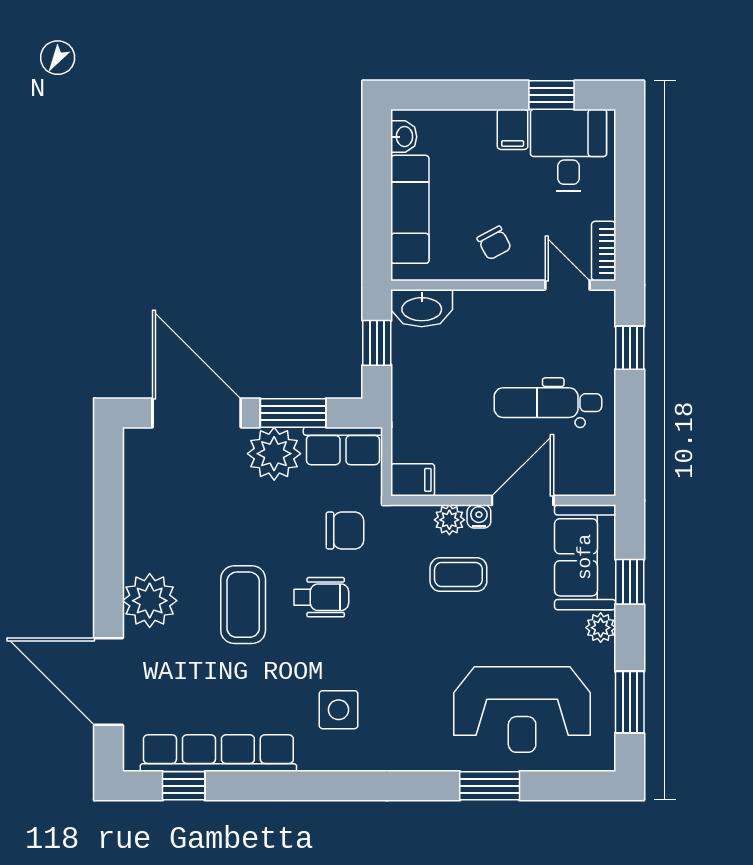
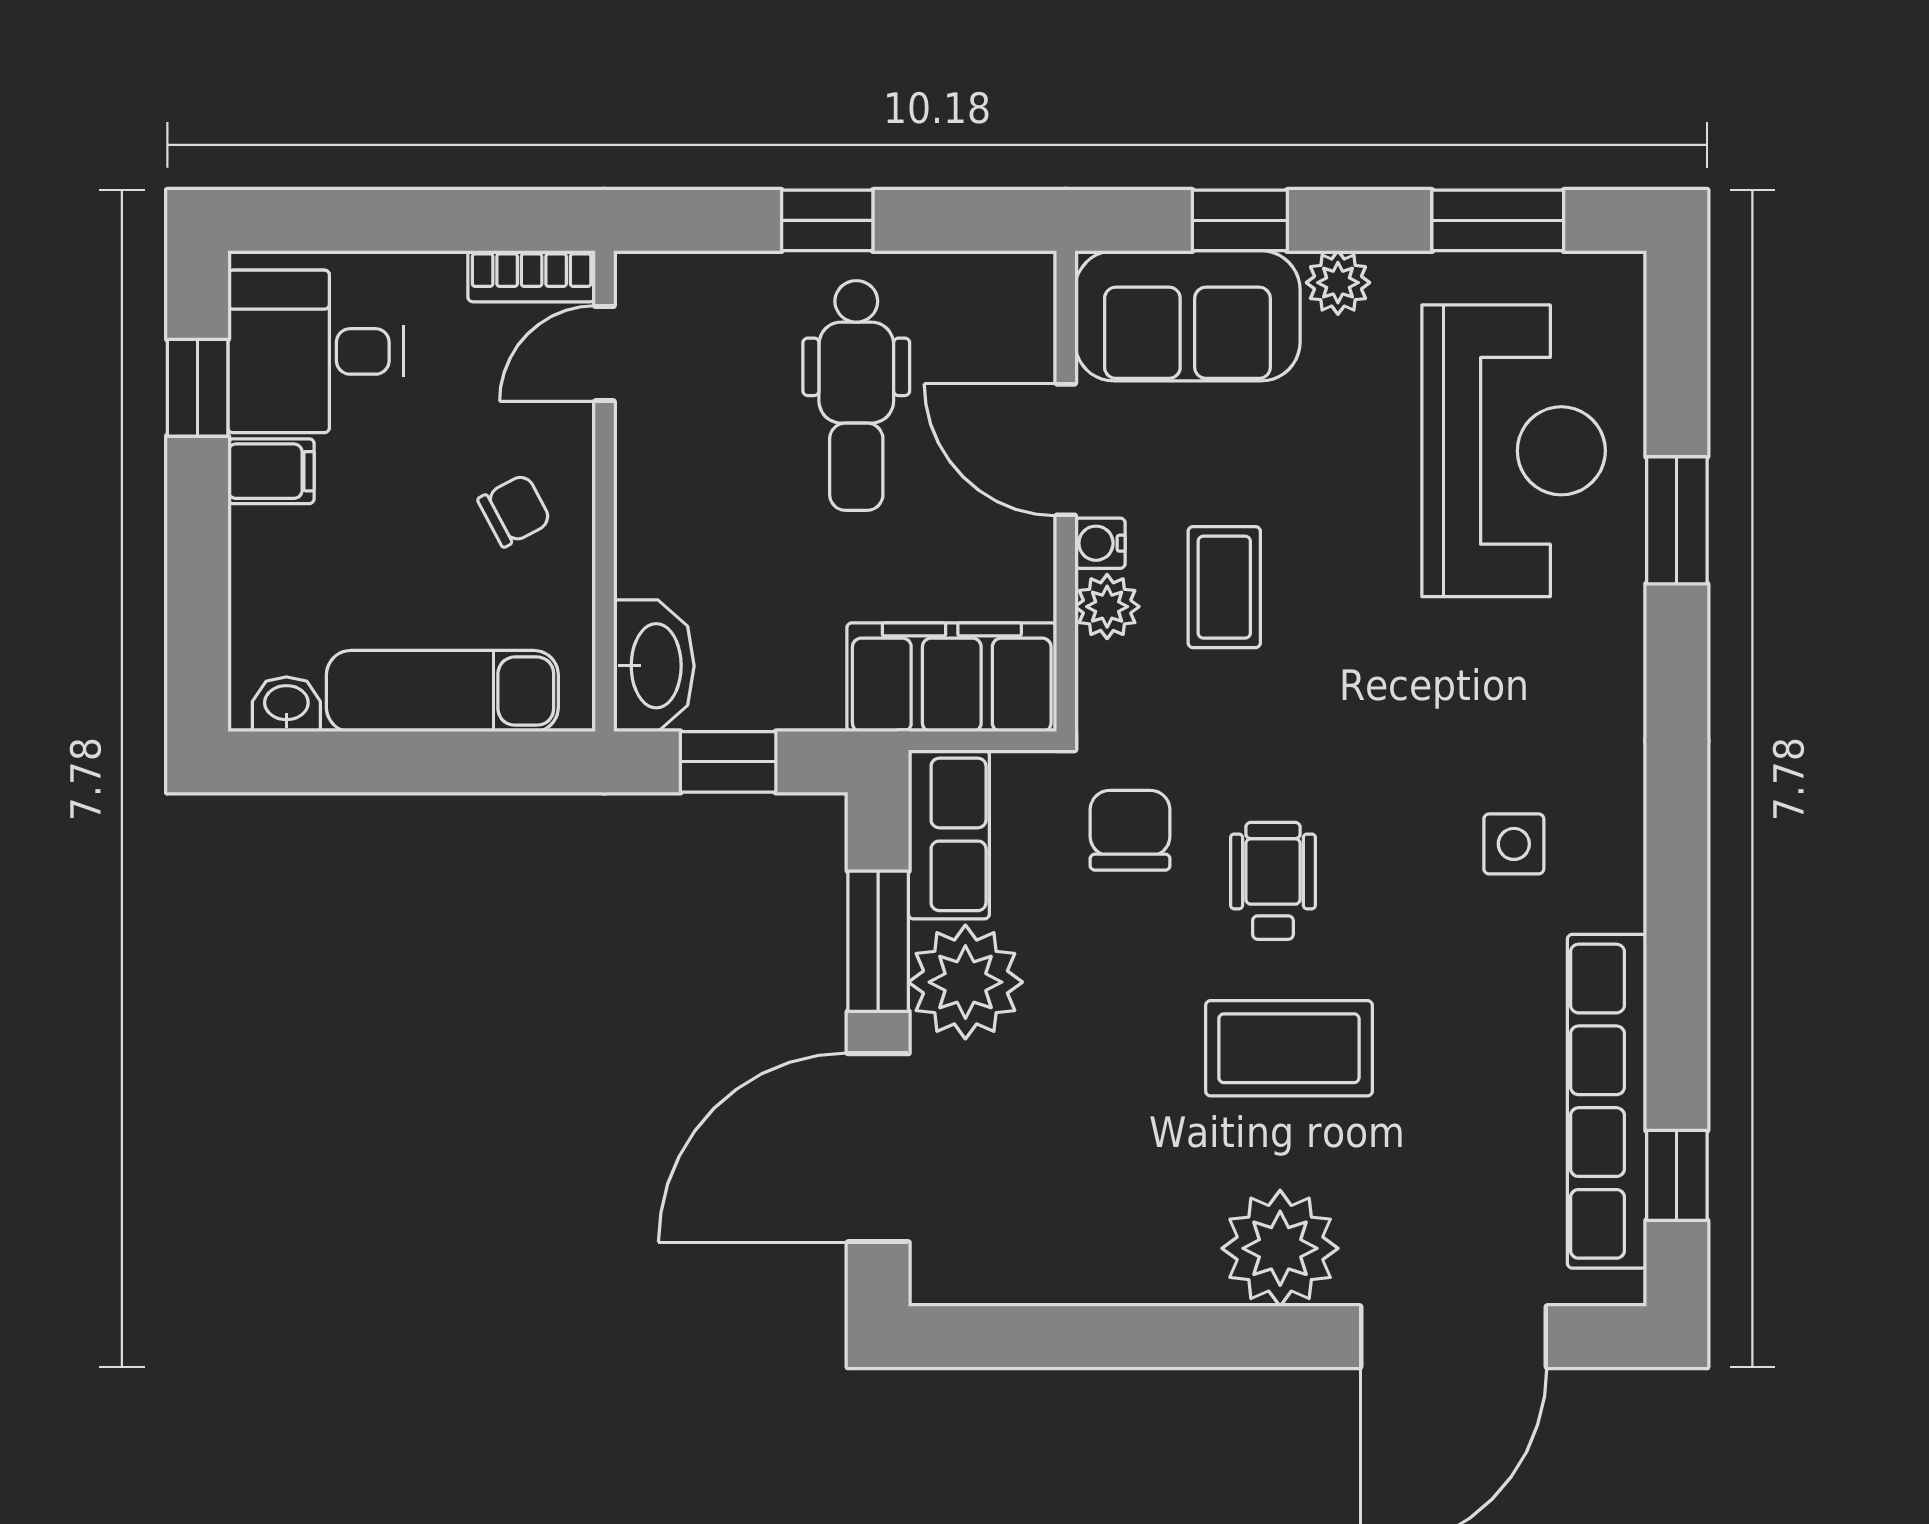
window: (630, 348) -> (827, 220), moved
filing cabinet: (413, 480) -> (952, 677), width x3.00, depth x1.17
side table: (339, 710) -> (1514, 844), width x0.73, depth x0.73

